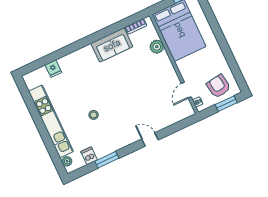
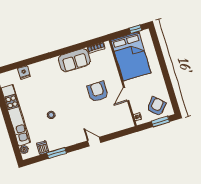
plant: (157, 47) -> (111, 67), removed
armchair: (145, 79) -> (98, 92), added
armchair: (218, 86) -> (156, 106), turned 51
door: (186, 90) -> (126, 94), moved

